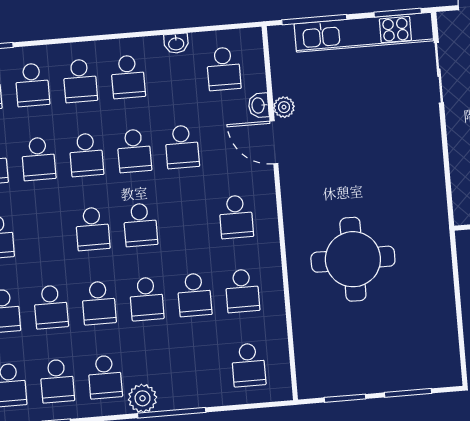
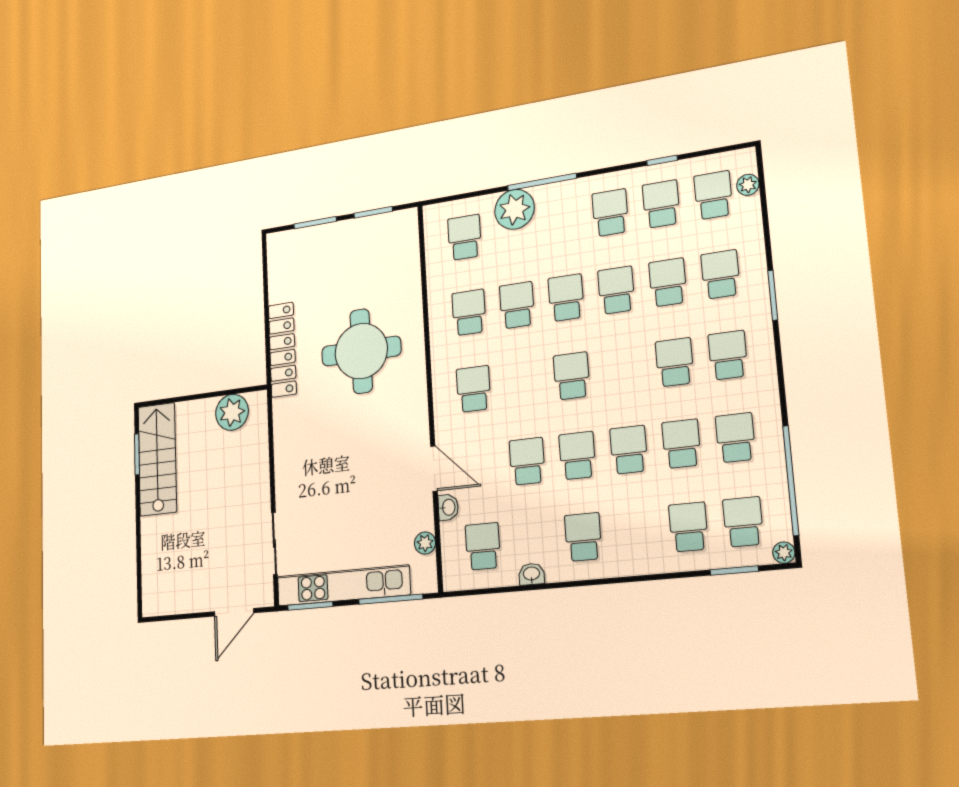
school desk: (80, 81) -> (635, 532), removed
plant: (284, 107) -> (425, 543), moved
school desk: (93, 229) -> (675, 362), moved
locker: (439, 265) -> (282, 350), added
plant: (143, 398) -> (514, 209), moved, width x1.36, depth x1.36

